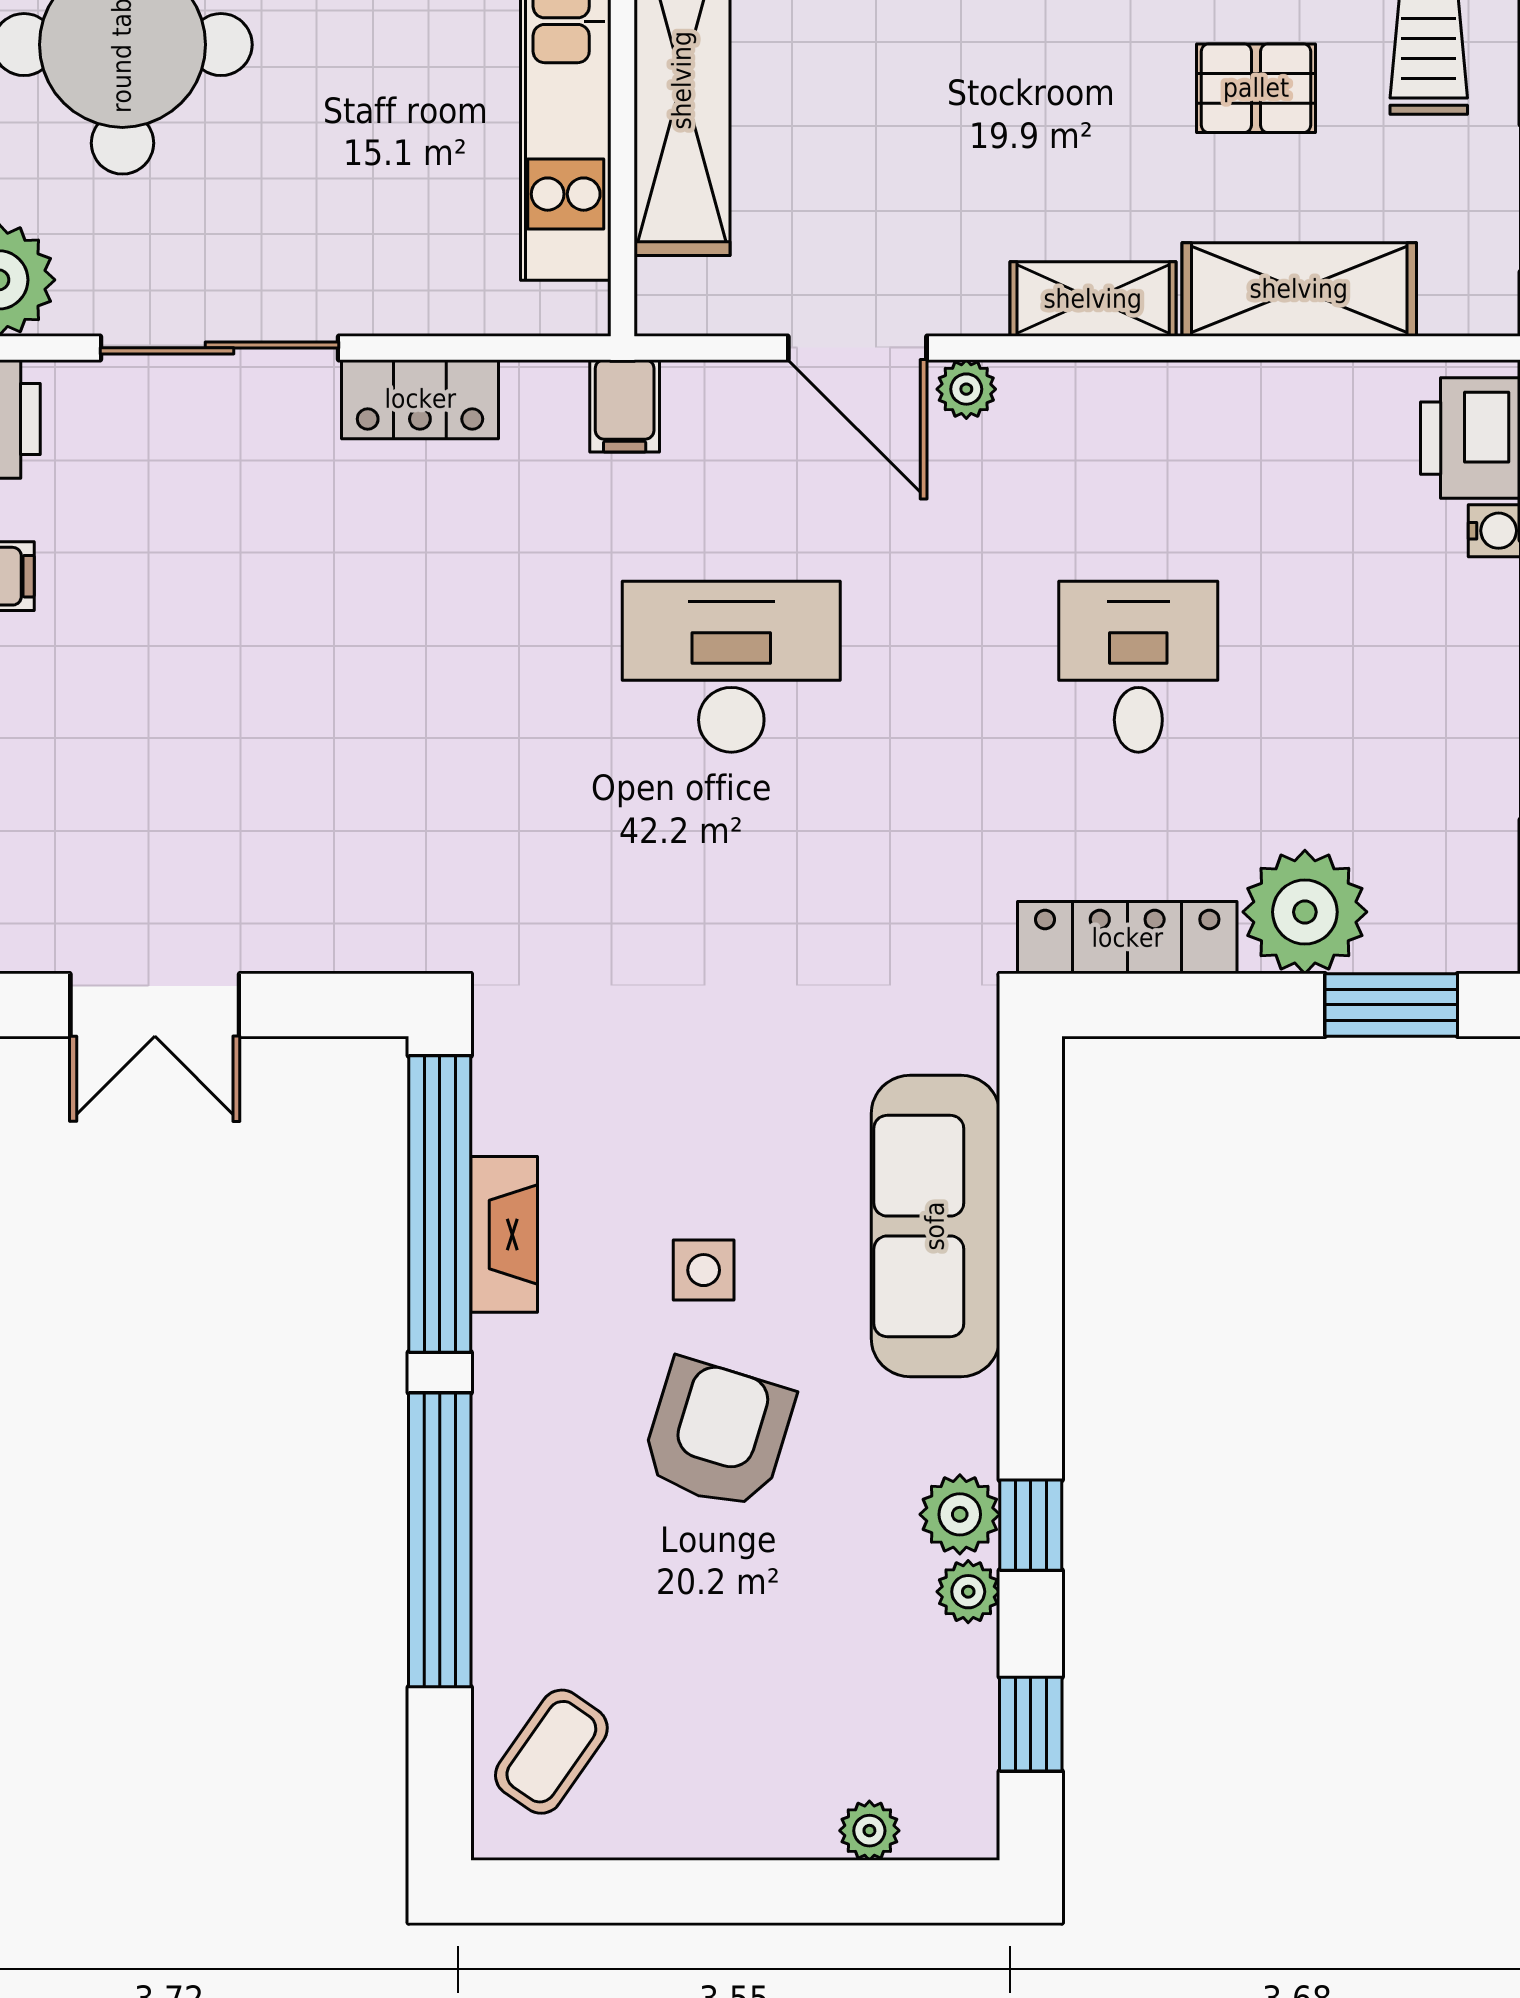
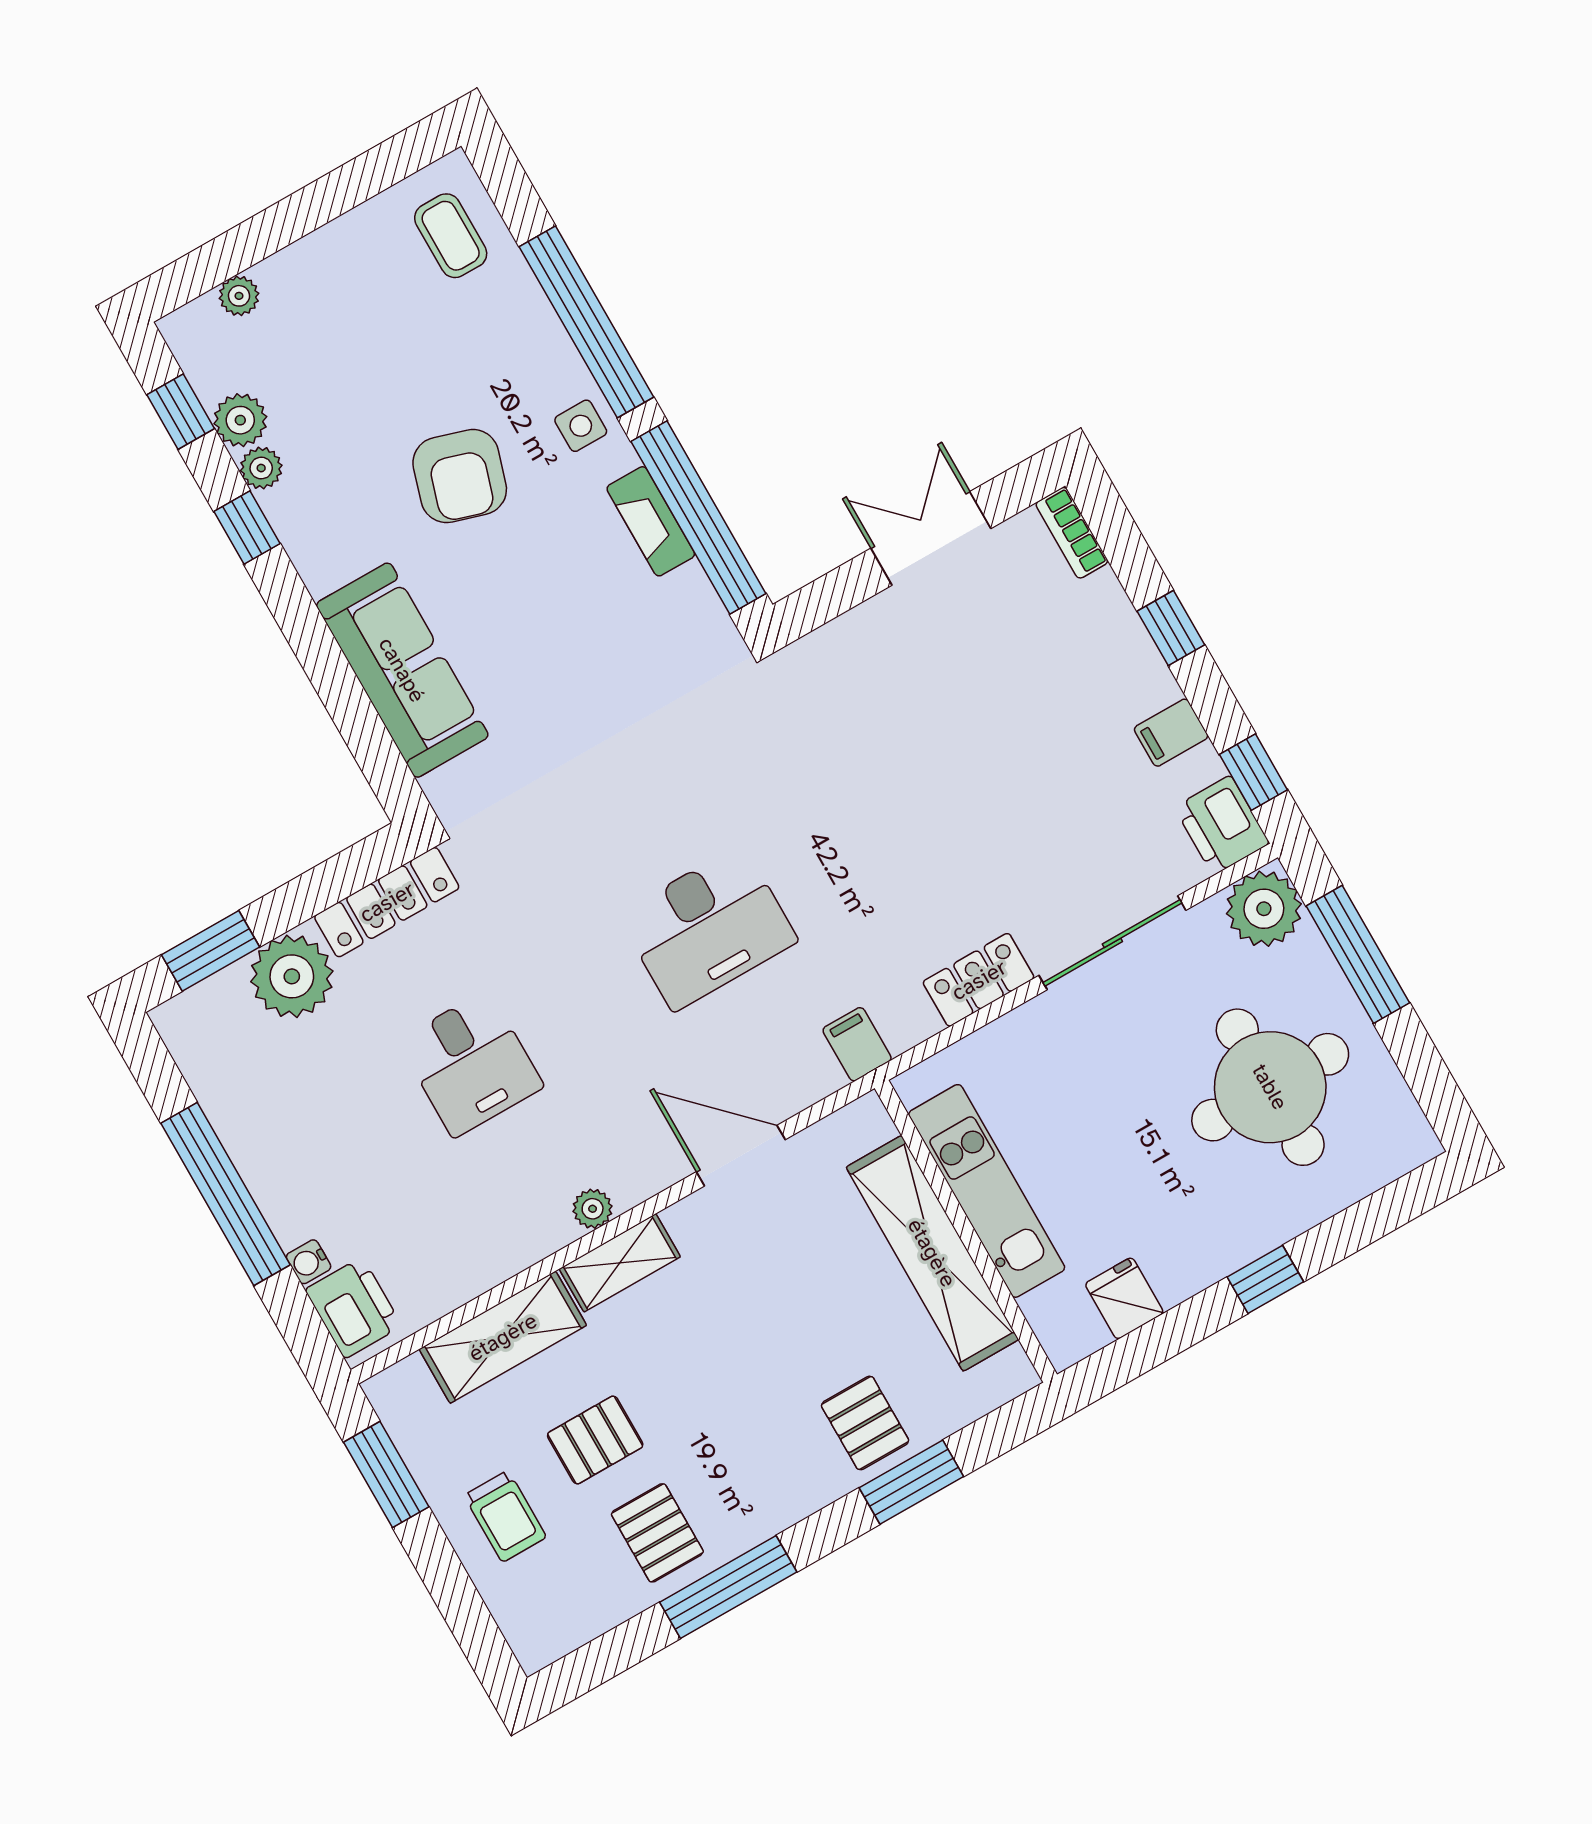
plant: (966, 389) -> (593, 1209), moved
side table: (704, 1270) -> (581, 426), moved
plant: (960, 1514) -> (240, 420), moved
coffee table: (551, 1752) -> (451, 236), turned -35

